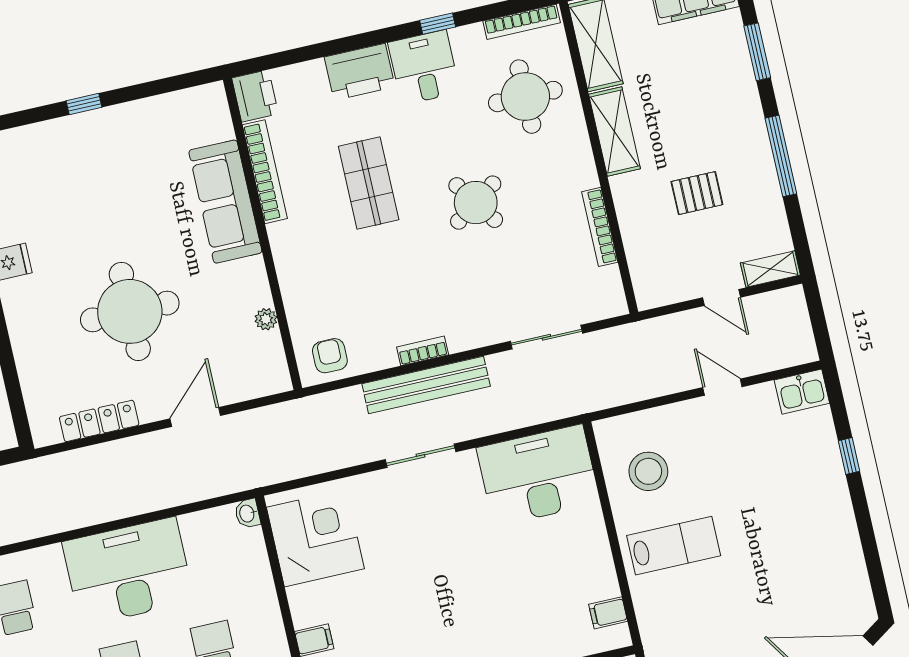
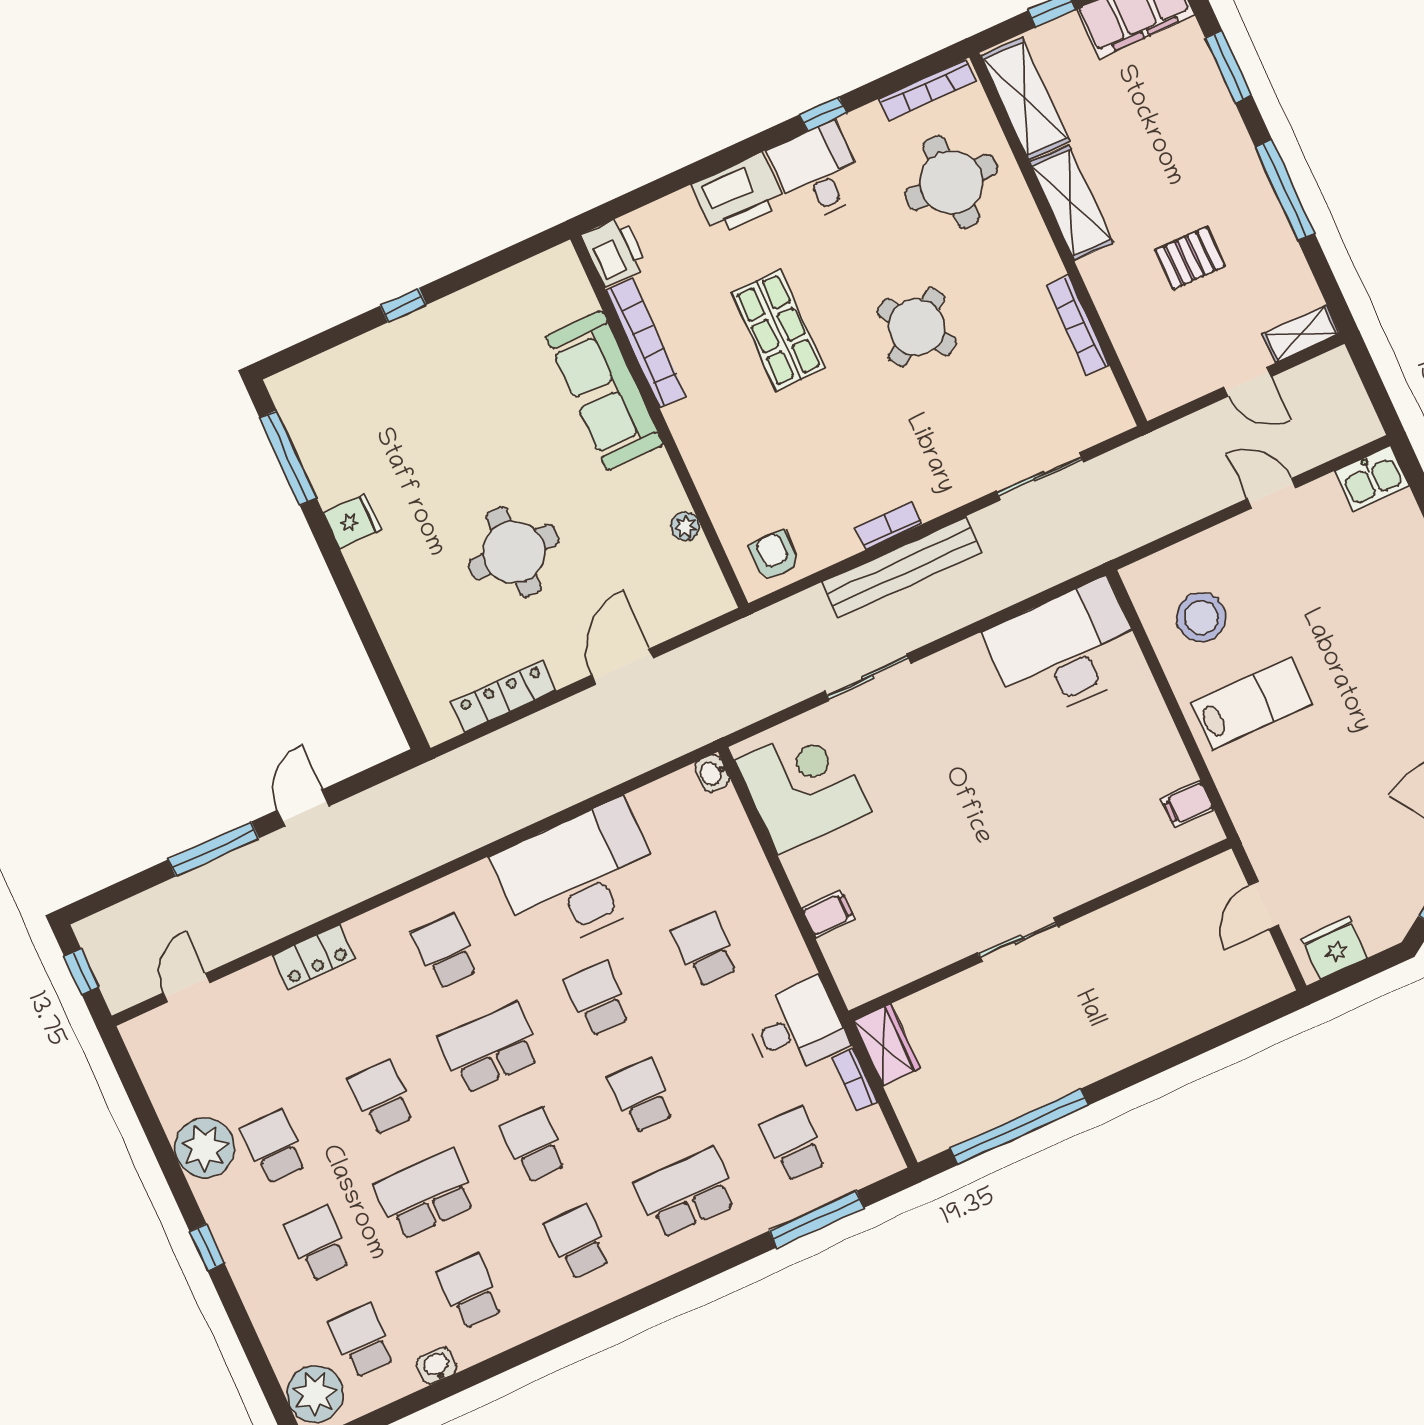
round table: (130, 311) -> (514, 552), width x0.73, depth x0.73
sliding door: (420, 456) -> (868, 677), moved

